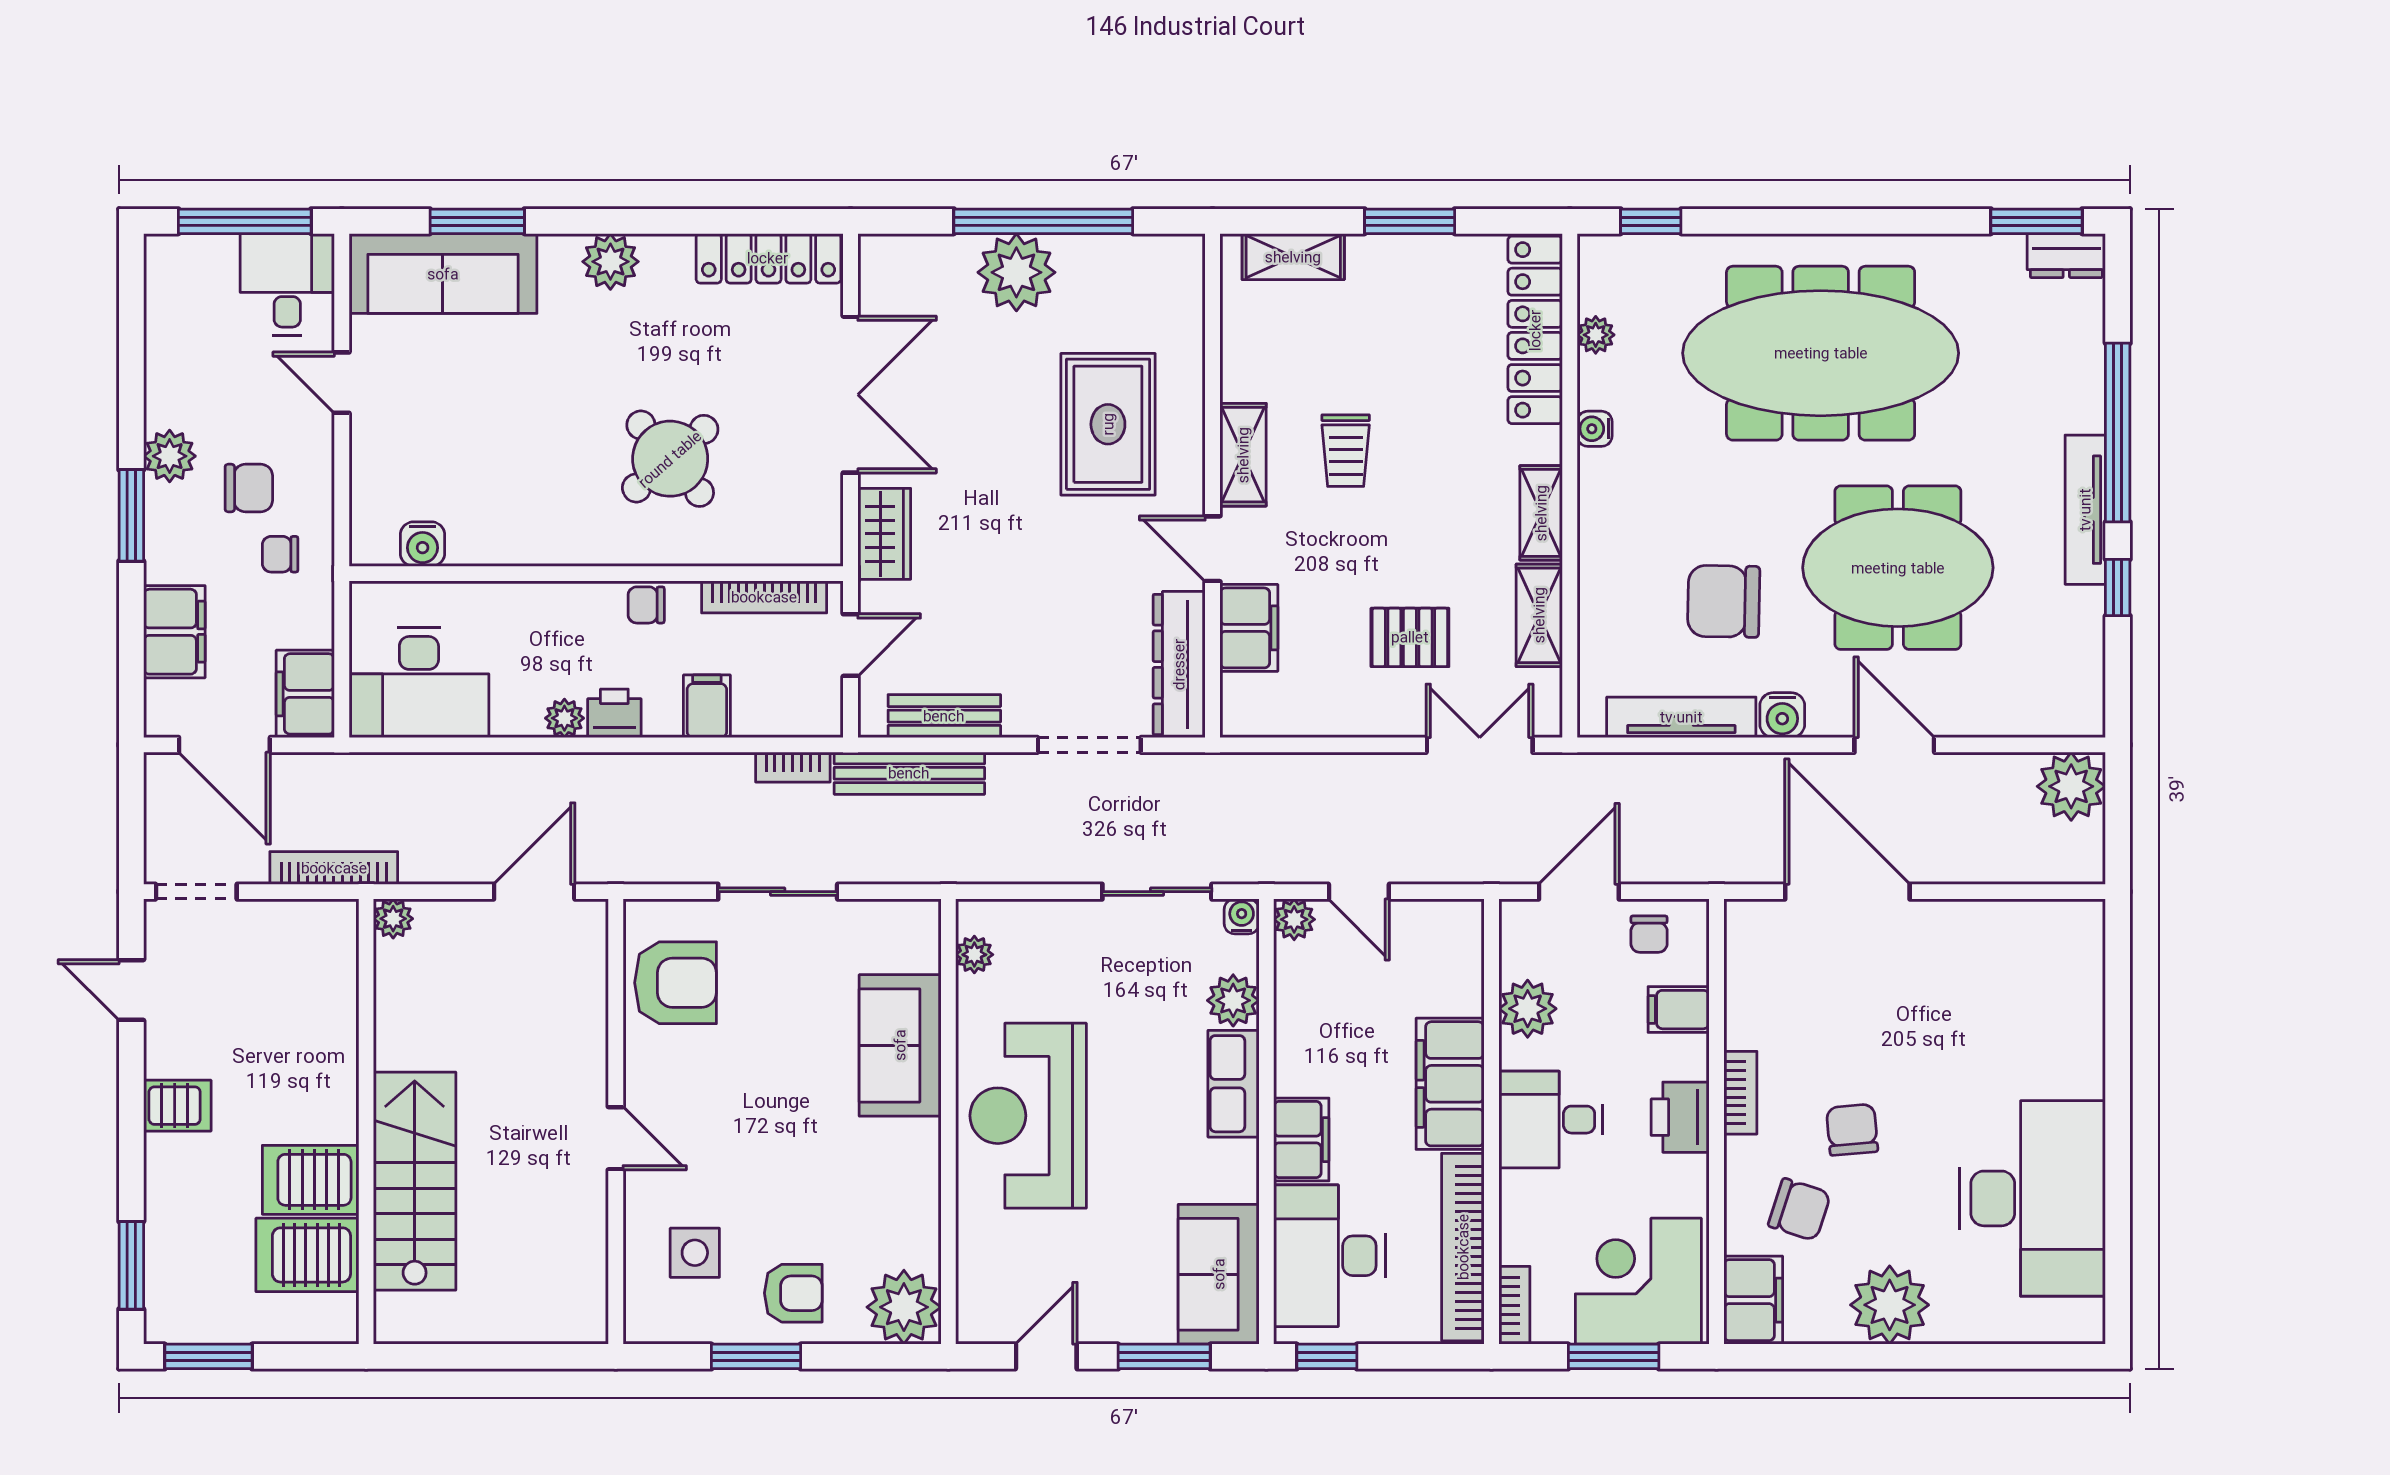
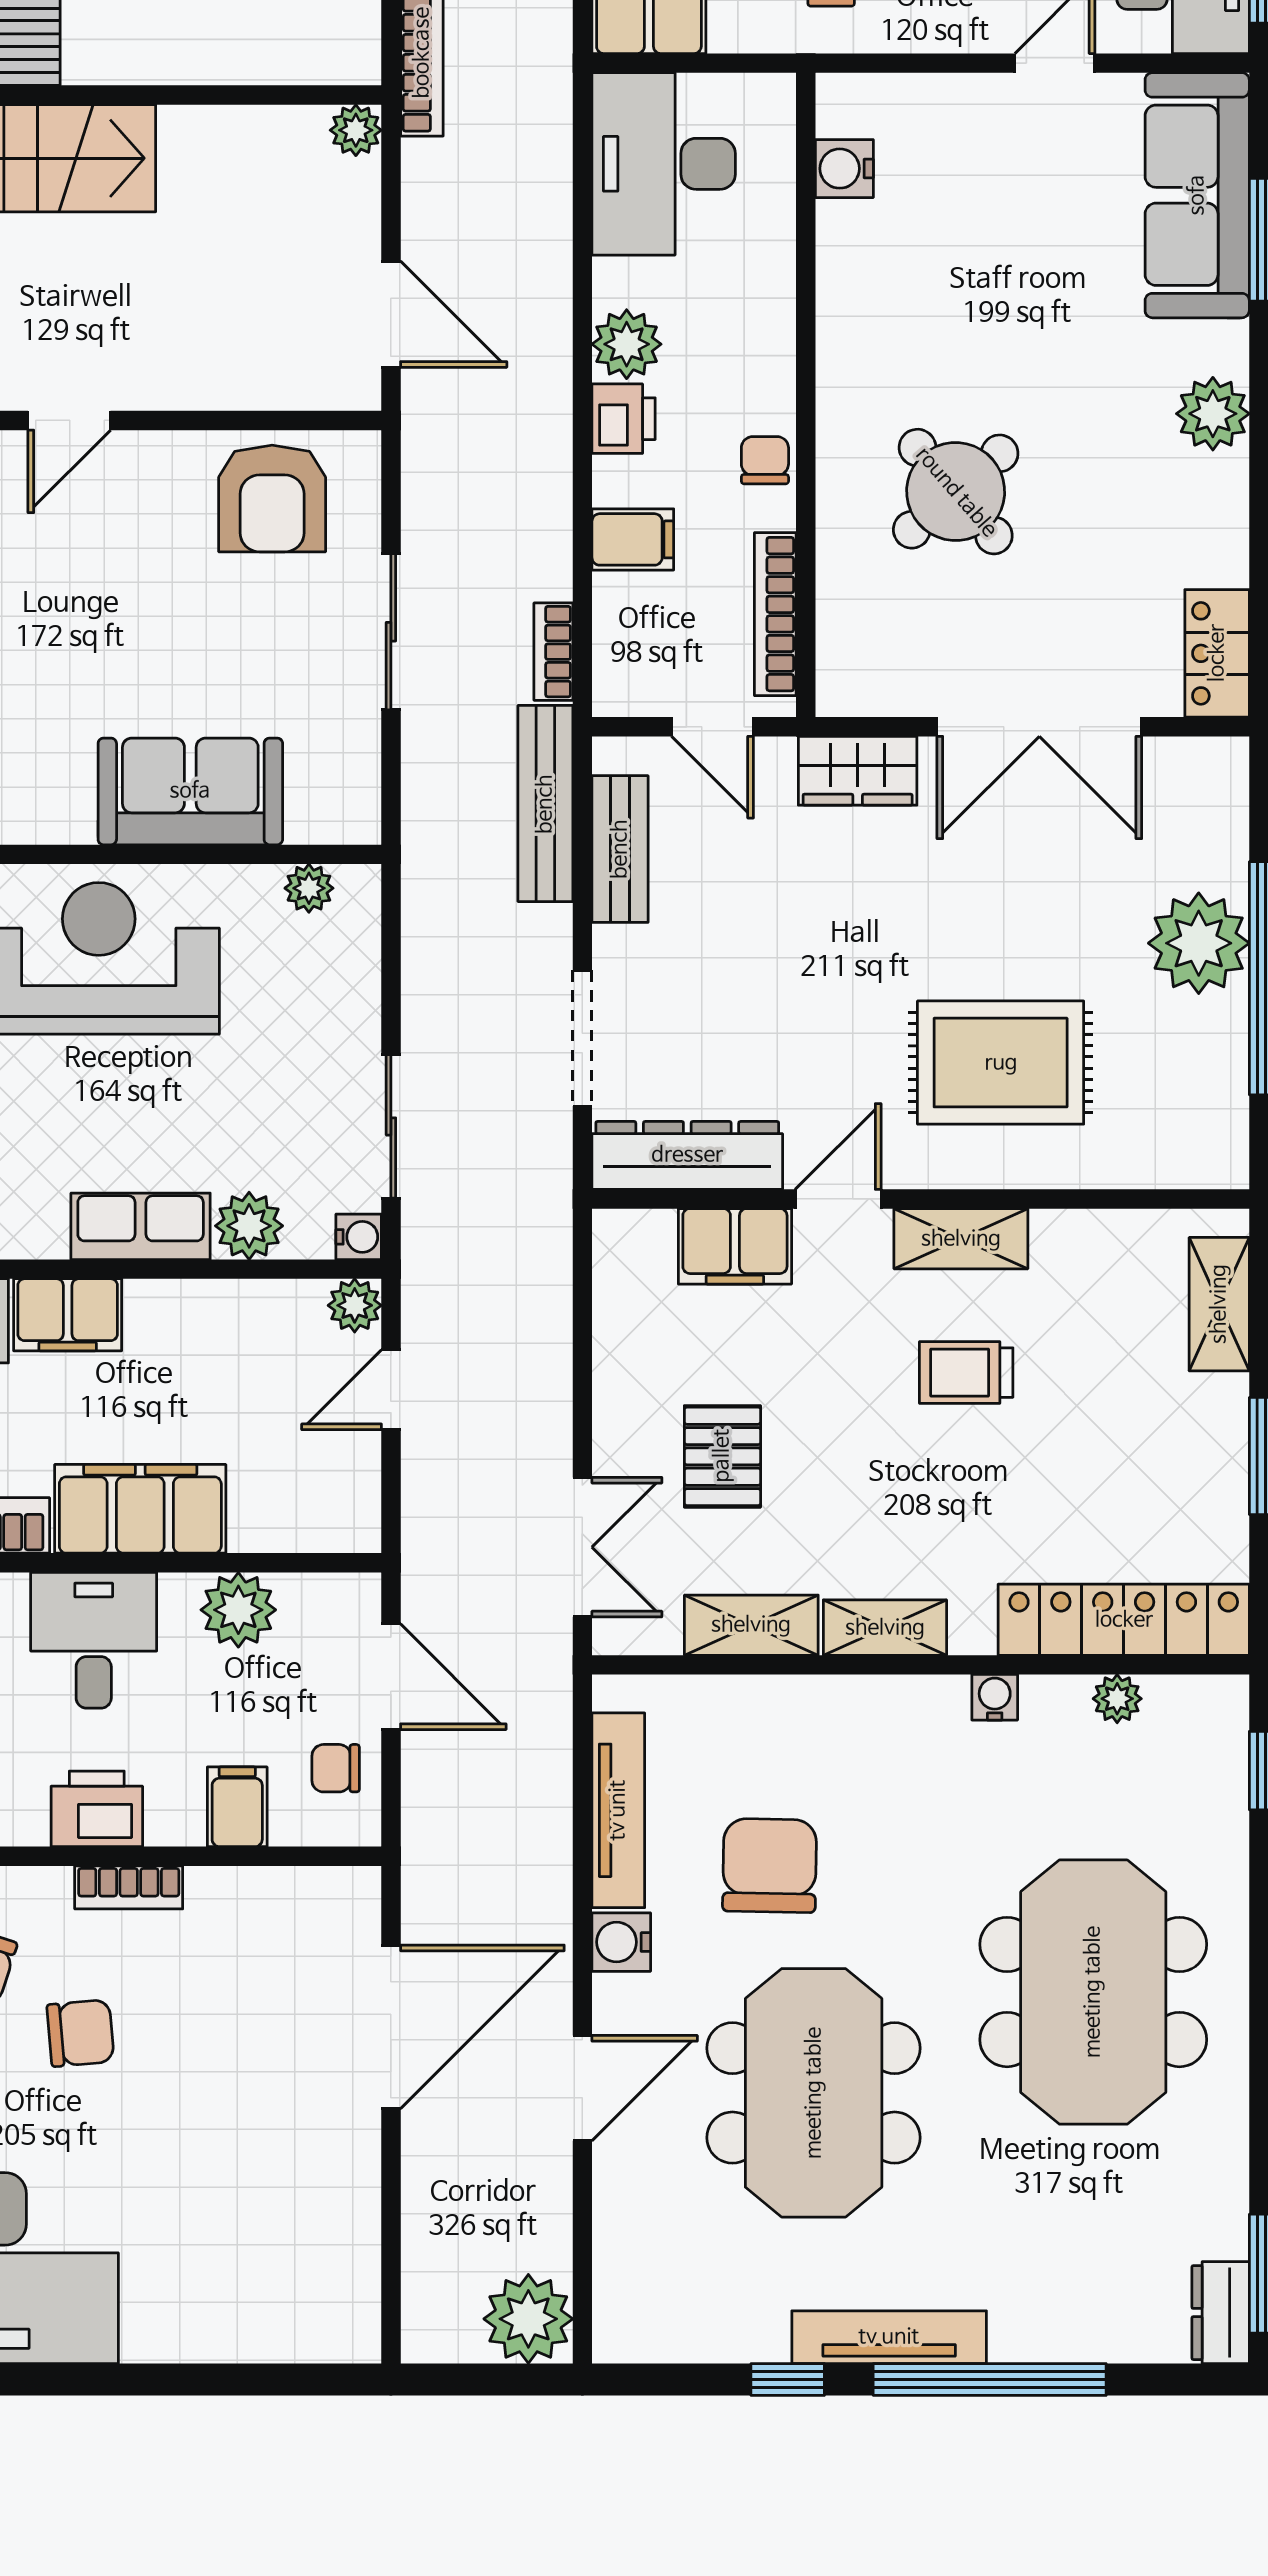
locker: (768, 258) -> (1217, 653), width x0.66
meeting table: (1821, 353) -> (1093, 1992), width x0.73
plant: (564, 718) -> (627, 344), width x1.38, depth x1.38

